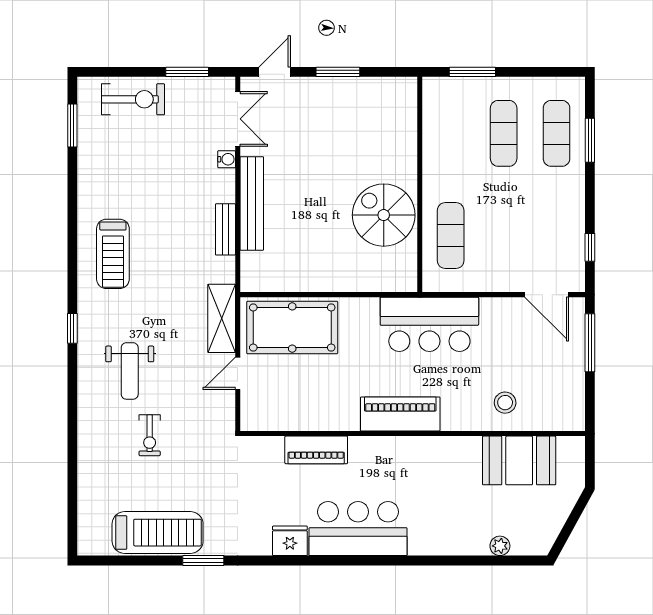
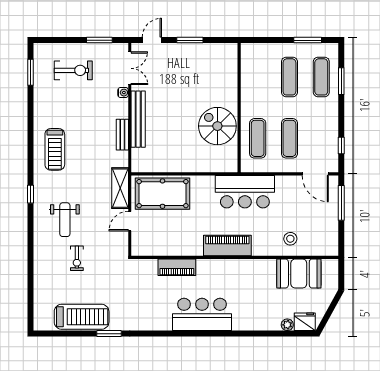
window: (472, 72) -> (308, 40), moved
exercise bike: (133, 99) -> (73, 70), moved
exercise mat: (504, 236) -> (289, 138), added
fridge: (290, 541) -> (305, 322), moved

